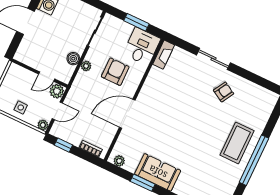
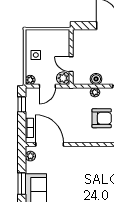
door: (57, 111) -> (47, 86), hinge flipped
door: (127, 114) -> (50, 144), moved

